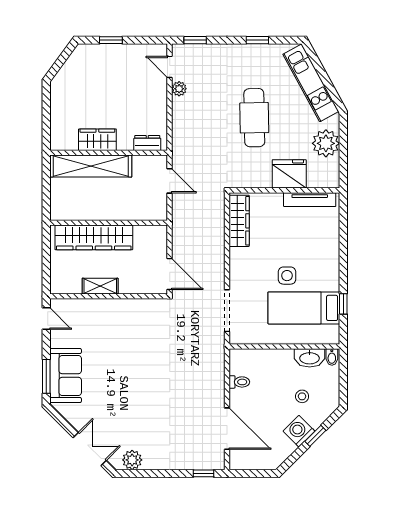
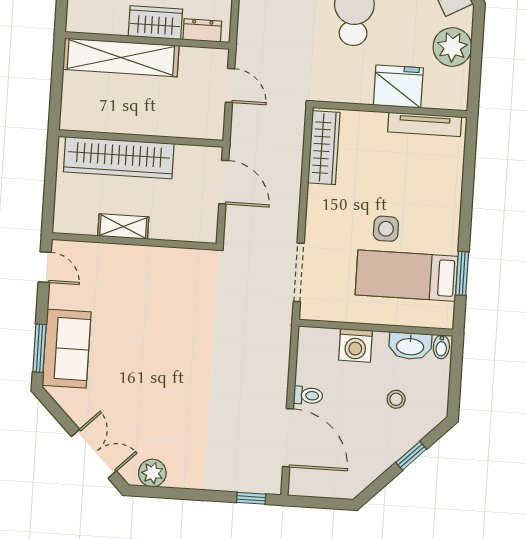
wardrobe: (97, 140) -> (155, 23), moved
door: (170, 274) -> (224, 182), moved
window: (343, 304) -> (462, 273), width x1.50
toilet: (239, 382) -> (308, 395), moved
washing machine: (299, 431) -> (355, 345), moved, turned -135

